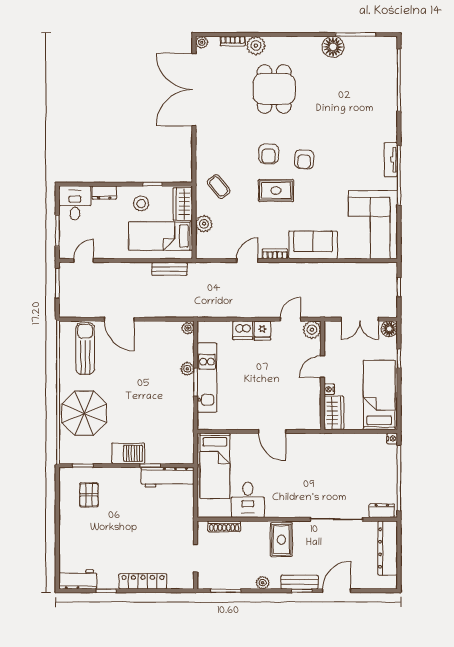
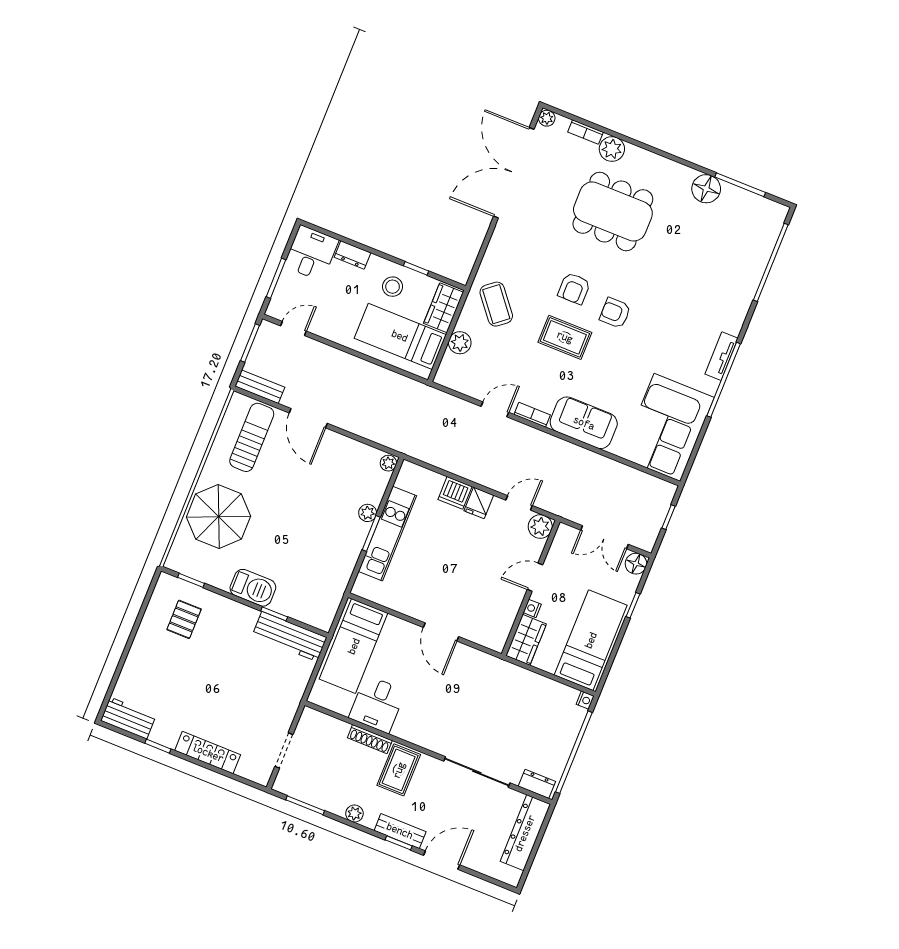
dining table: (274, 89) -> (613, 211), width x1.38
armchair: (304, 159) -> (615, 313), turned 85
coffee table: (219, 187) -> (496, 304), width x1.36, depth x1.30
bench: (170, 269) -> (260, 387), moved
shoe rack: (224, 526) -> (370, 739), moved

